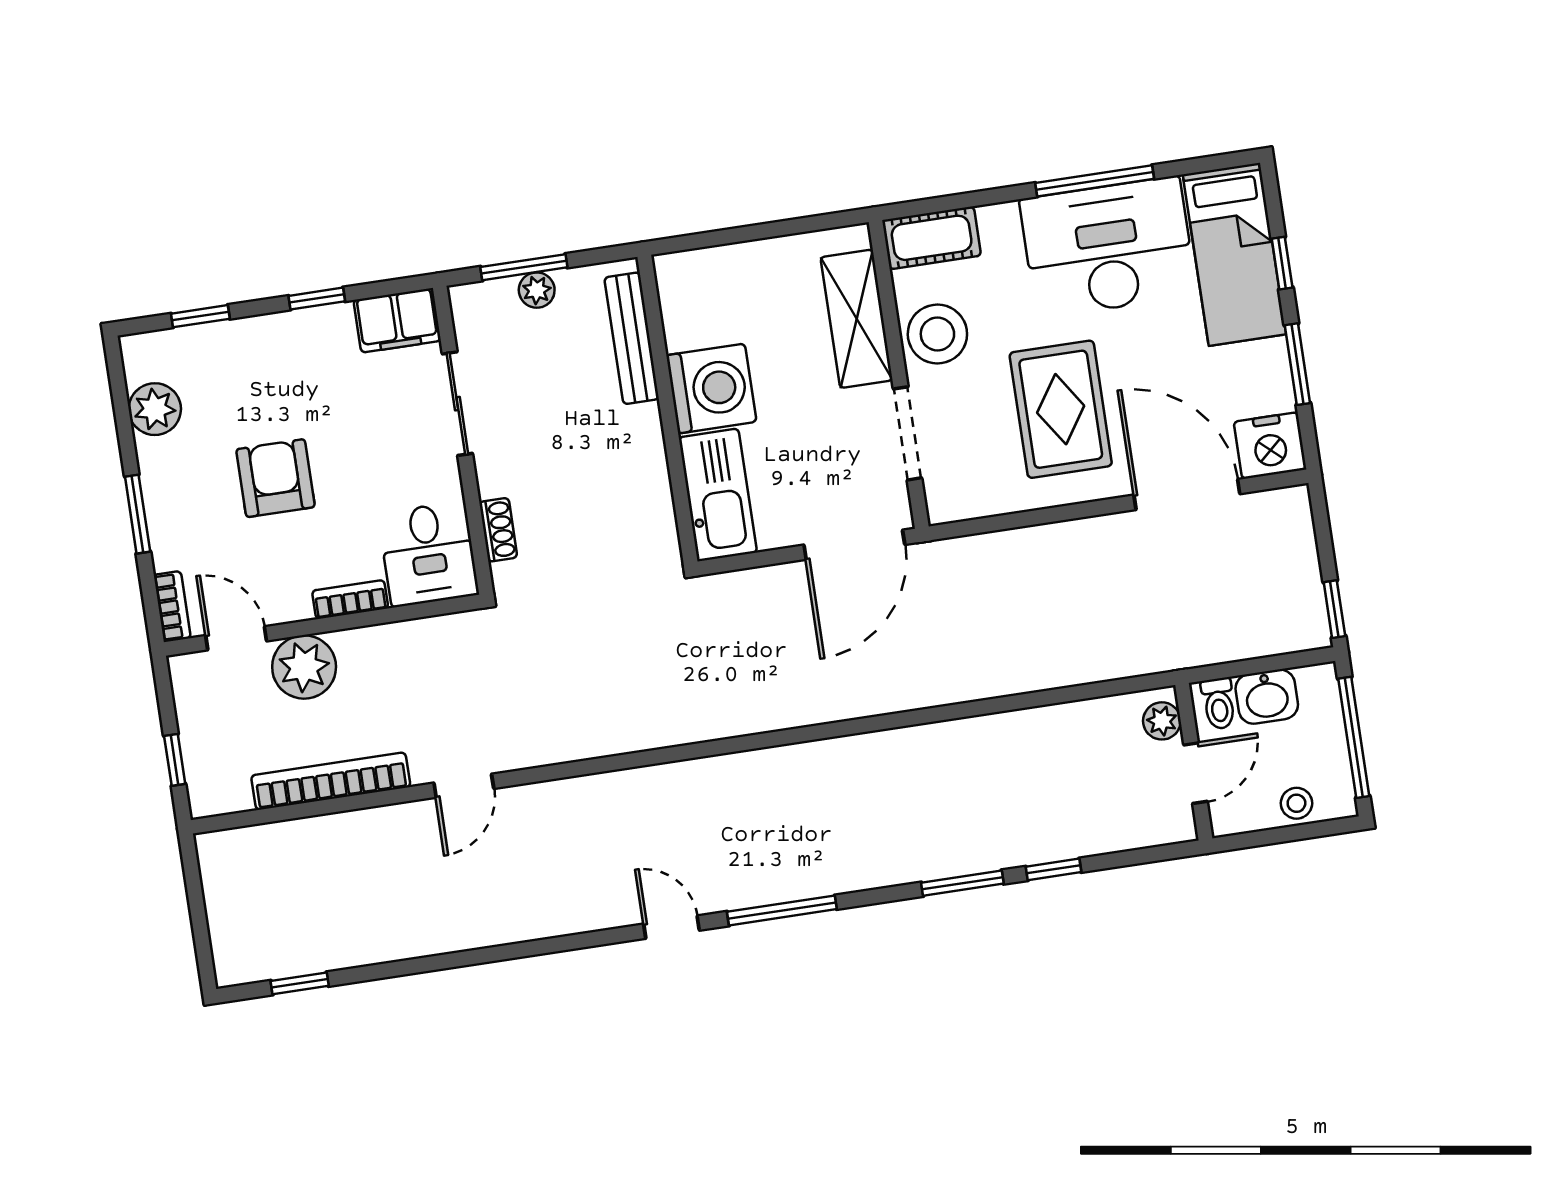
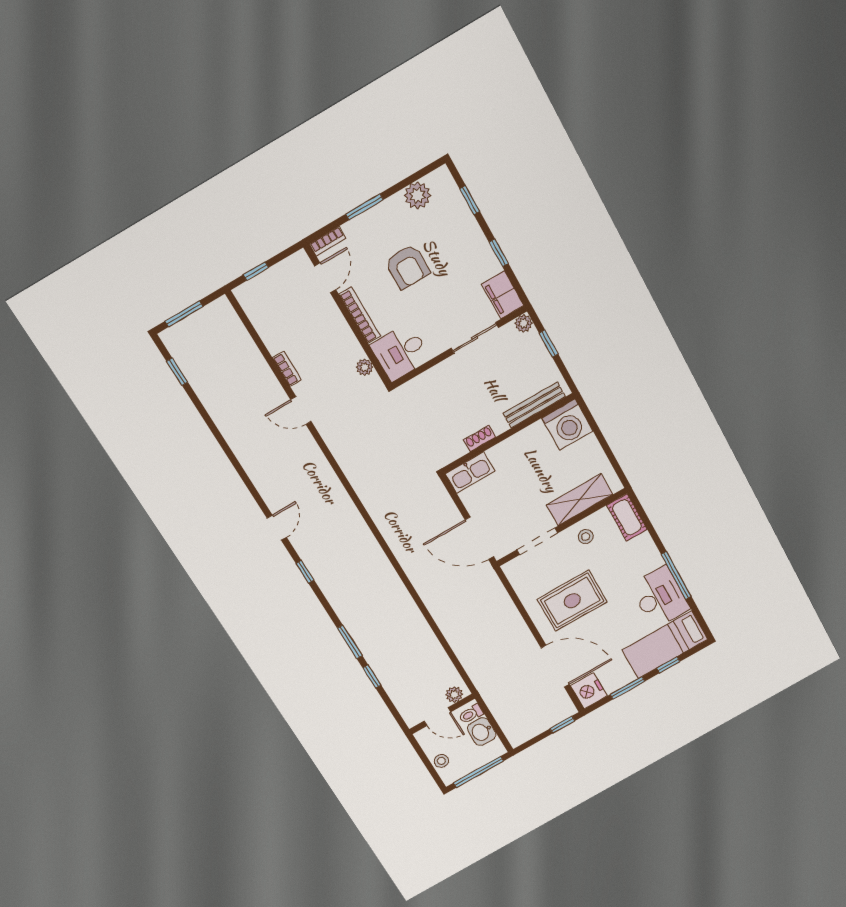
desk: (1108, 247) -> (660, 597), width x0.73, depth x0.77
window: (524, 267) -> (549, 344), width x0.67
plant: (537, 290) -> (524, 323), moved
stool: (937, 334) -> (586, 537), width x0.53, depth x0.53
washing machine: (711, 389) -> (567, 425), moved
armchair: (275, 478) -> (408, 267), turned 90
door: (1187, 494) -> (555, 666), hinge flipped
kitchen sink: (718, 495) -> (470, 473), width x0.73, depth x0.81
shoe rack: (498, 530) -> (480, 438), moved, turned 180
bookcase: (350, 599) -> (360, 315), width x1.56
window: (1334, 609) -> (562, 725), moved
plant: (304, 667) -> (365, 367), moved, width x0.53, depth x0.53
bookcase: (331, 781) -> (287, 369), width x0.43, depth x0.76
window: (782, 910) -> (305, 572), width x0.46
window: (199, 924) -> (184, 314), added

